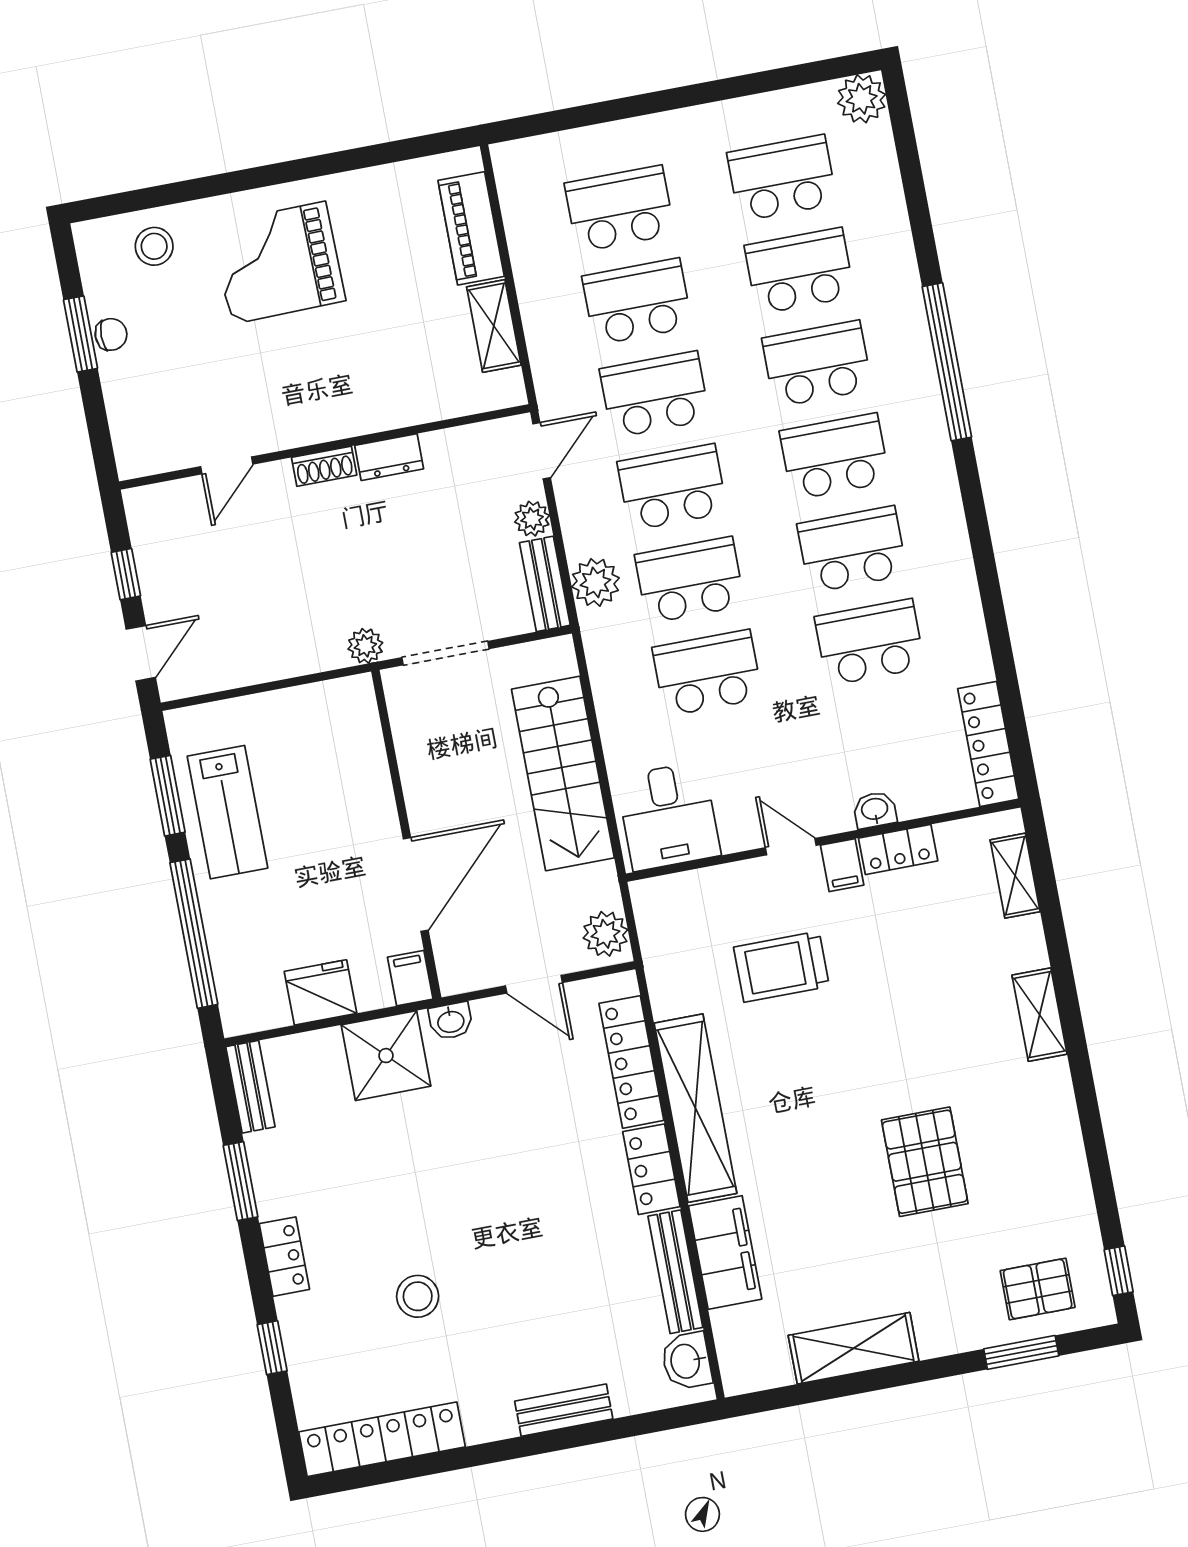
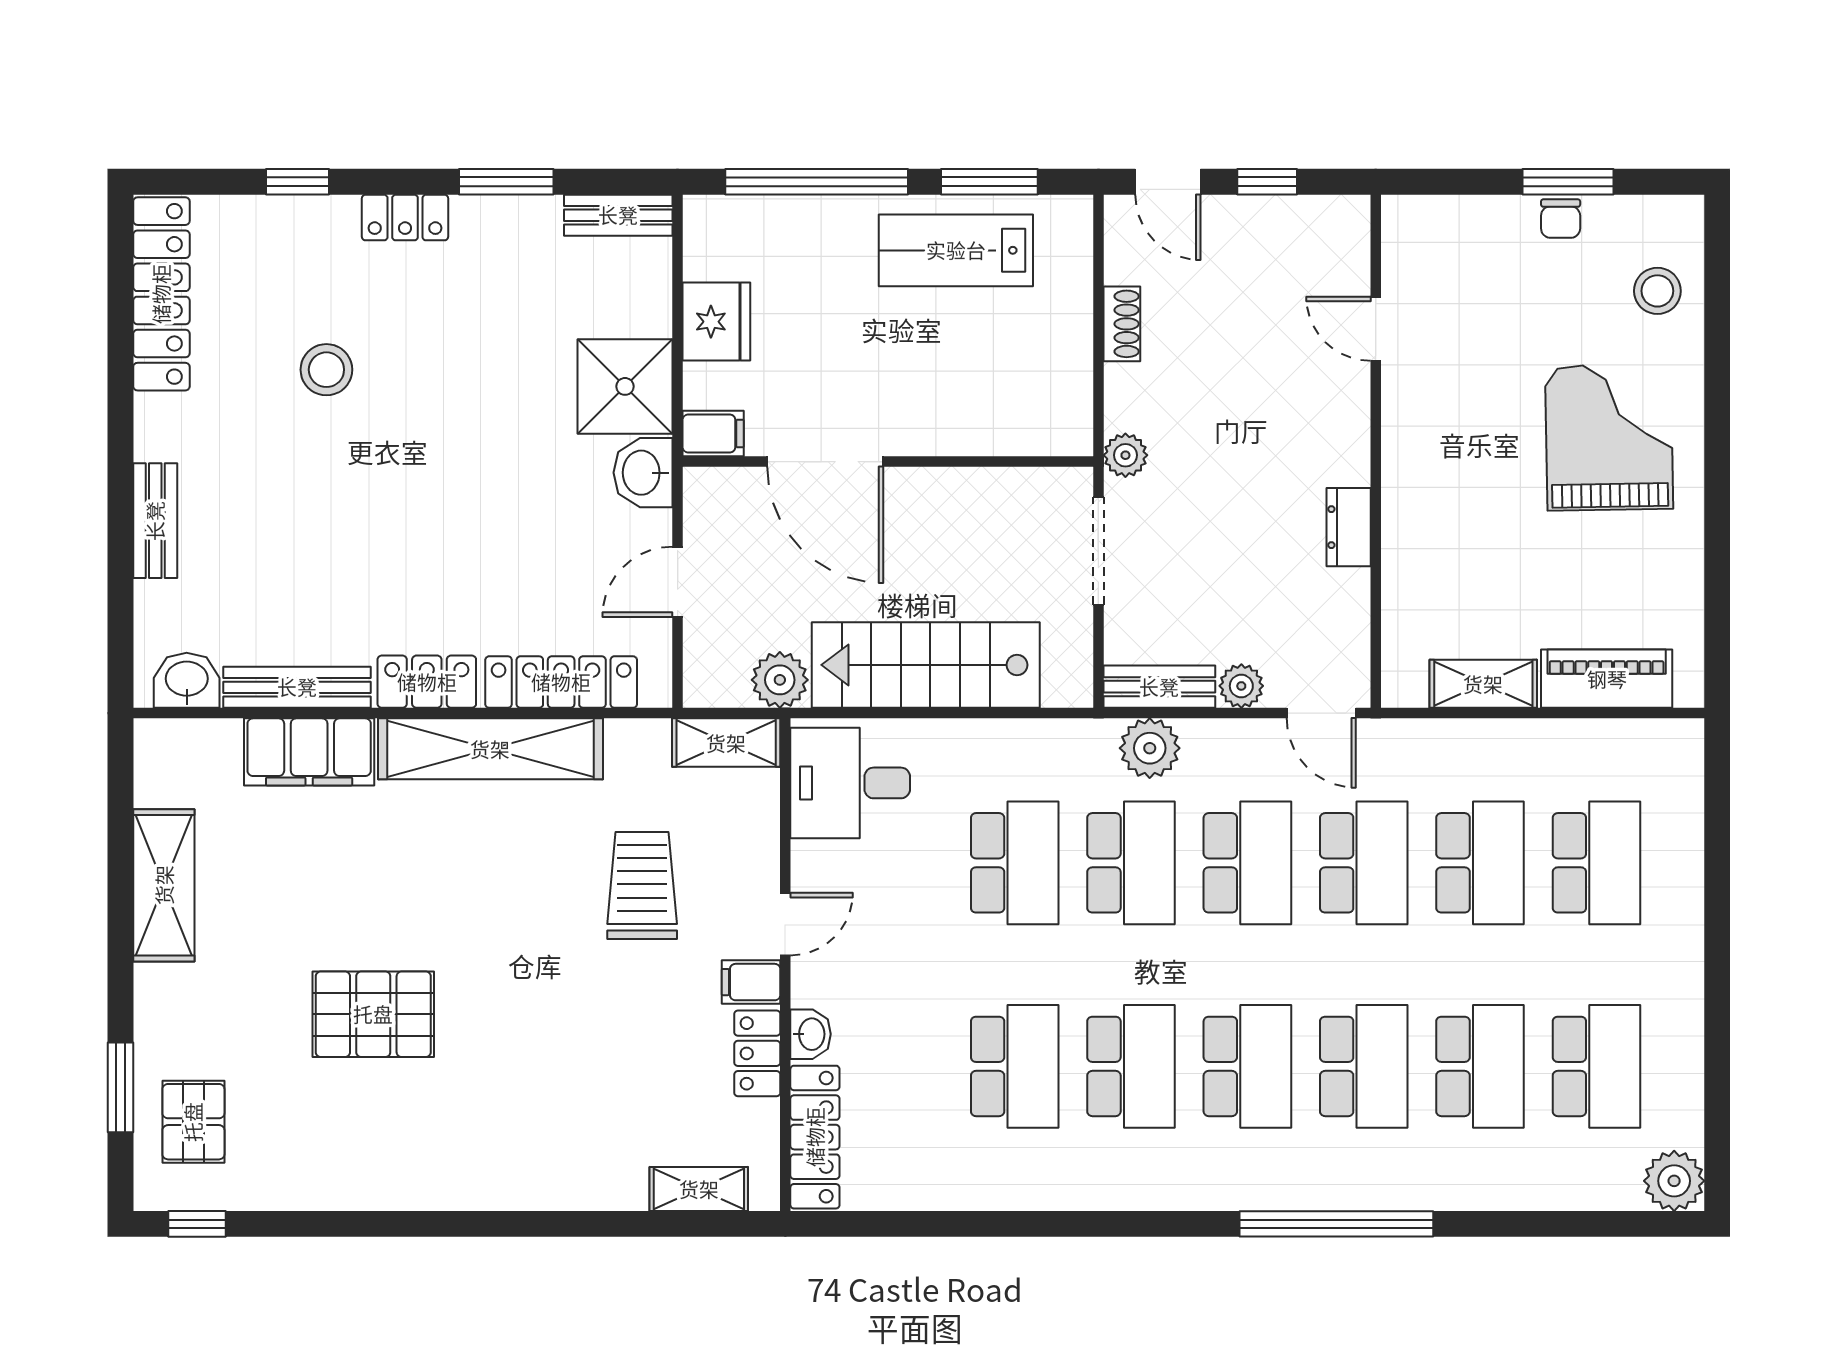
shoe rack: (324, 466) -> (1122, 324), moved, turned 180
locker: (988, 744) -> (815, 1137), moved, turned 90
plant: (605, 934) -> (780, 680), moved
shelving: (1040, 1015) -> (726, 743), moved
washbasin: (451, 1021) -> (643, 473), width x1.38, depth x1.45

